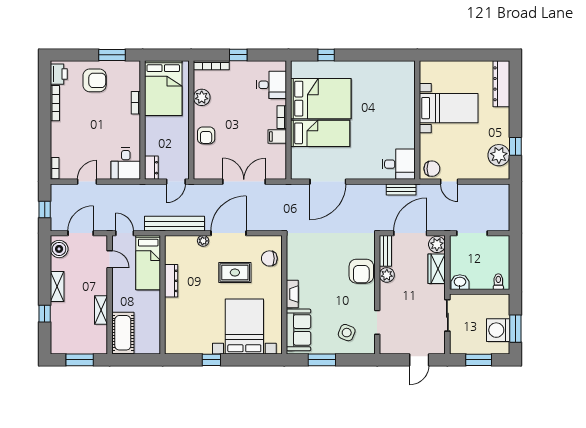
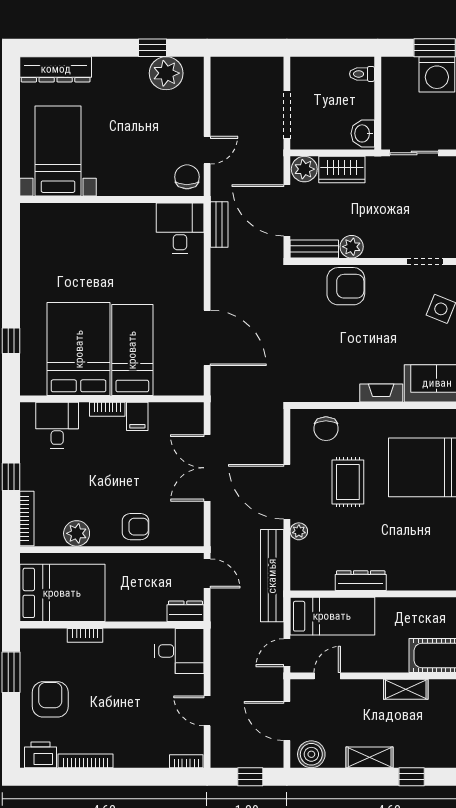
bed with nightstands: (449, 108) -> (58, 151), moved

